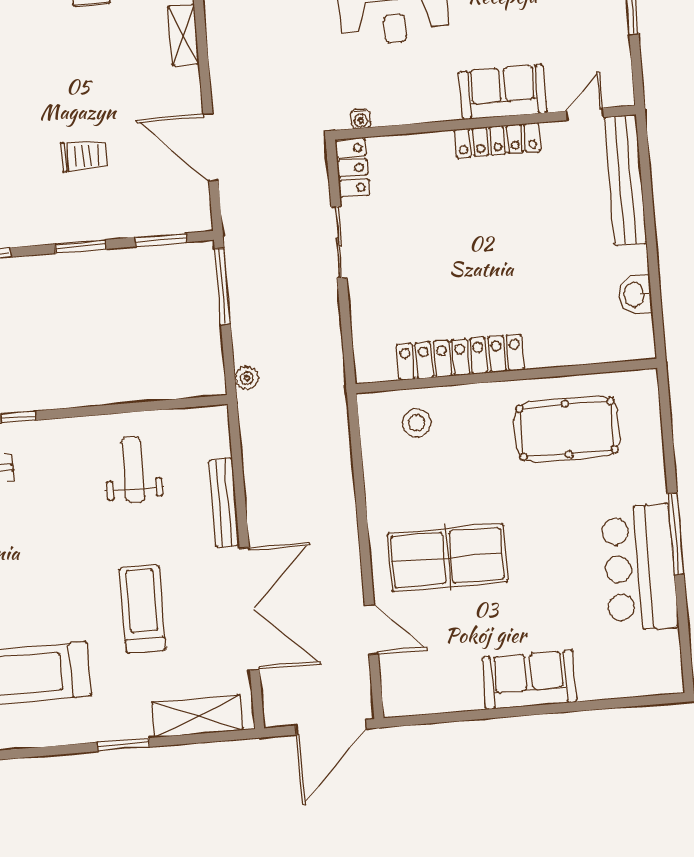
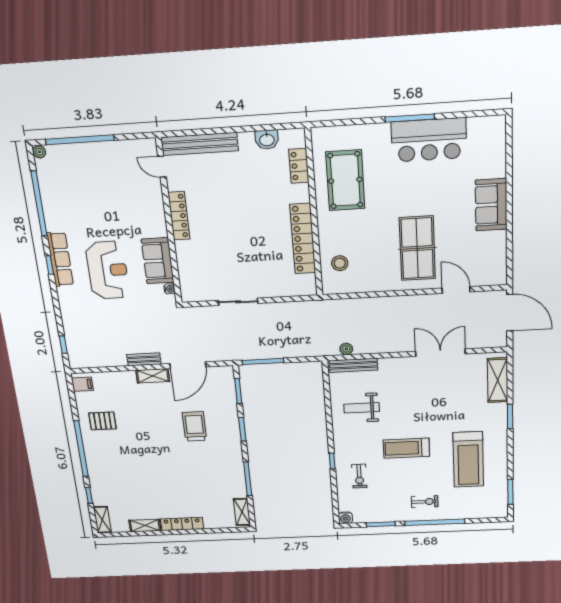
shelving: (183, 35) -> (153, 376), moved
bench: (220, 66) -> (144, 359), added
sofa: (503, 92) -> (158, 261), moved
trolley: (84, 156) -> (195, 426), width x1.36, depth x1.39
locker: (352, 168) -> (299, 166), moved, turned -90
plant: (247, 378) -> (346, 349), moved
bench: (224, 503) -> (353, 365), moved
treadmill: (143, 609) -> (406, 448), moved
double door: (250, 609) -> (440, 353), width x0.73
door: (371, 630) -> (456, 290), hinge flipped

